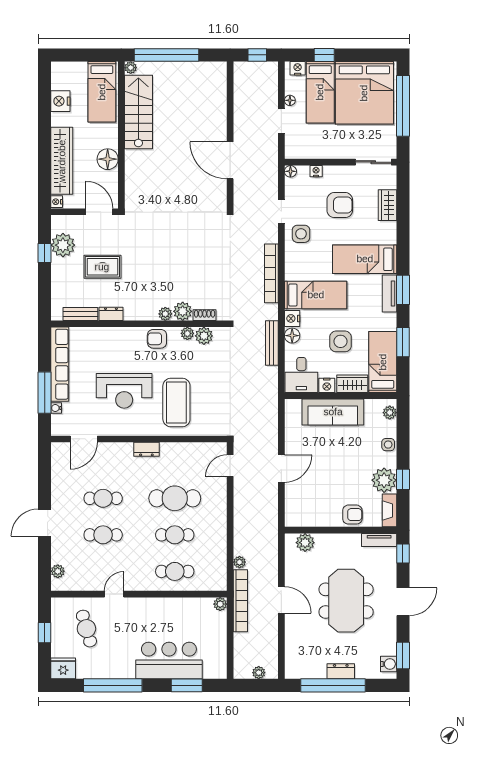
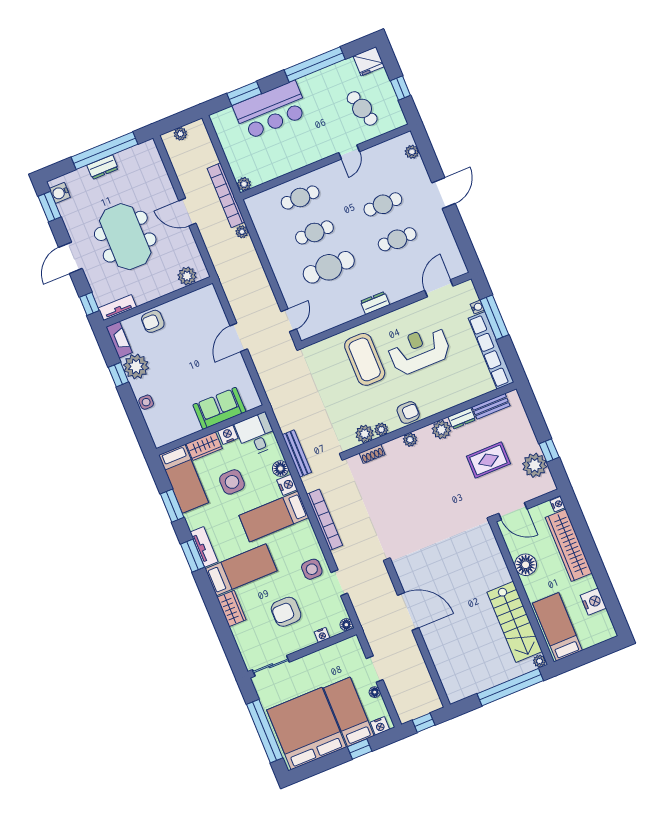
wardrobe: (387, 205) -> (231, 608), moved
plant: (183, 311) -> (441, 430), moved
sofa: (333, 412) -> (219, 408), width x0.73
plant: (390, 413) -> (157, 433), removed

